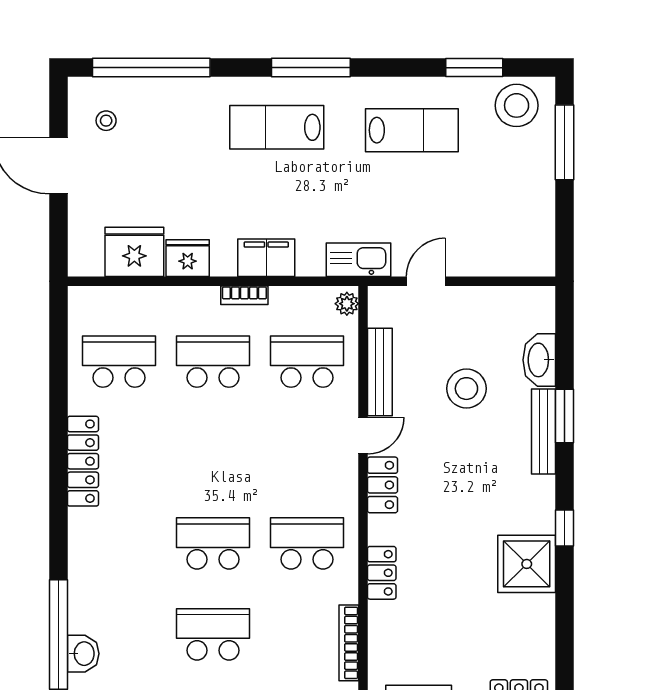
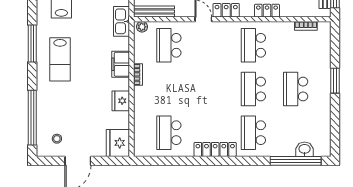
fridge: (134, 252) -> (118, 143), moved
school desk: (213, 362) -> (253, 133), moved
bench: (380, 372) -> (154, 11), moved
bookcase: (349, 643) -> (306, 26), width x0.64

